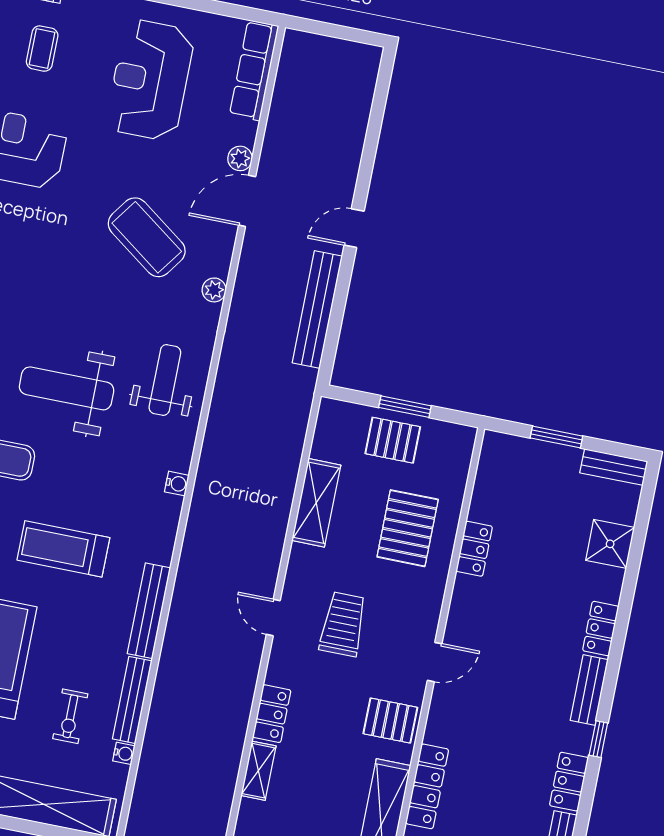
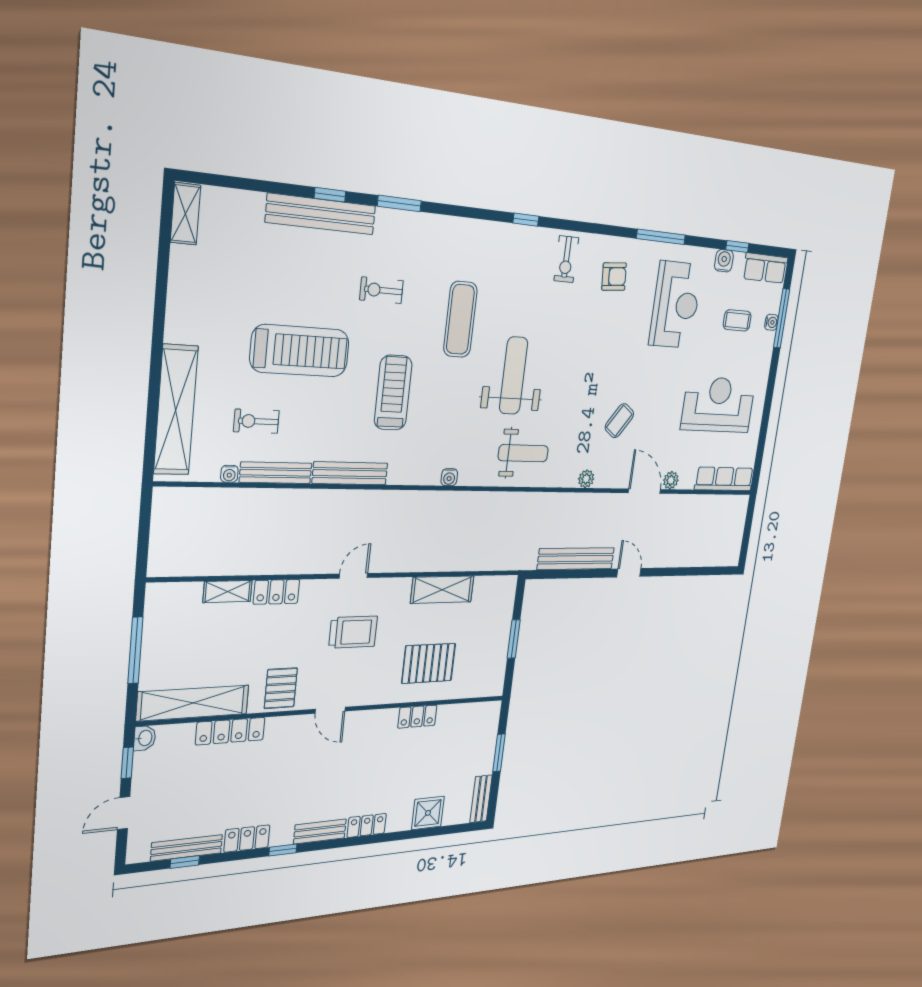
coffee table: (147, 237) -> (619, 421), width x0.54, depth x0.58
pallet: (393, 440) -> (490, 636), removed

